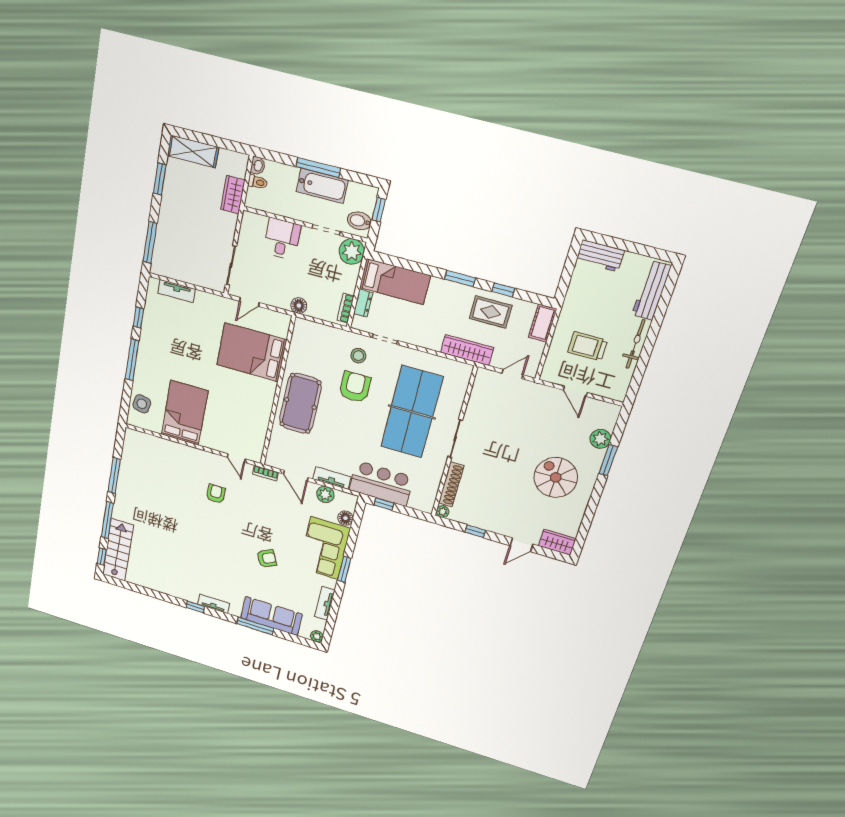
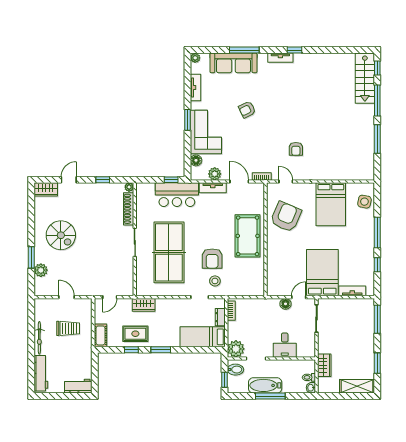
floor lamp: (299, 306) -> (286, 304), moved
wardrobe: (467, 350) -> (144, 305), width x0.67
bed: (252, 352) -> (322, 273), moved, turned -90
armchair: (245, 414) -> (286, 217), added

